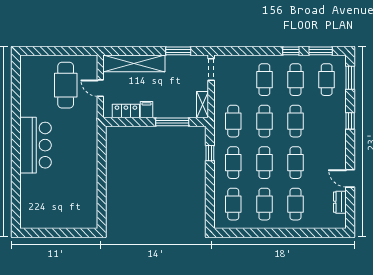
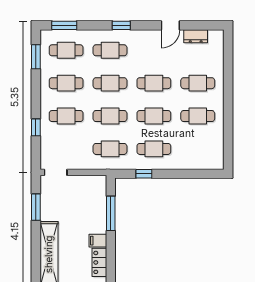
window: (291, 51) -> (36, 127), moved
shelving: (203, 105) -> (93, 181), removed
window: (350, 121) -> (121, 25), moved
cafe table: (233, 204) -> (110, 50), moved

